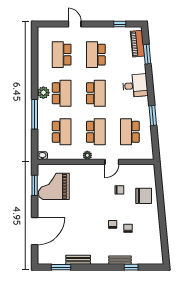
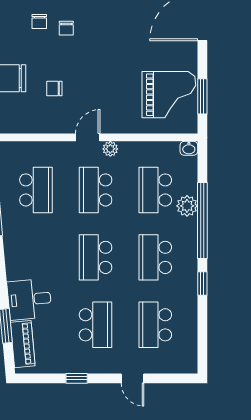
window: (120, 24) -> (77, 378), moved
school desk: (62, 55) -> (155, 325), turned 180
window: (35, 78) -> (202, 284), added
desk: (135, 86) -> (29, 299), moved
plant: (43, 93) -> (187, 206), moved
window: (35, 114) -> (202, 221), width x1.46
door: (112, 162) -> (88, 137), moved

